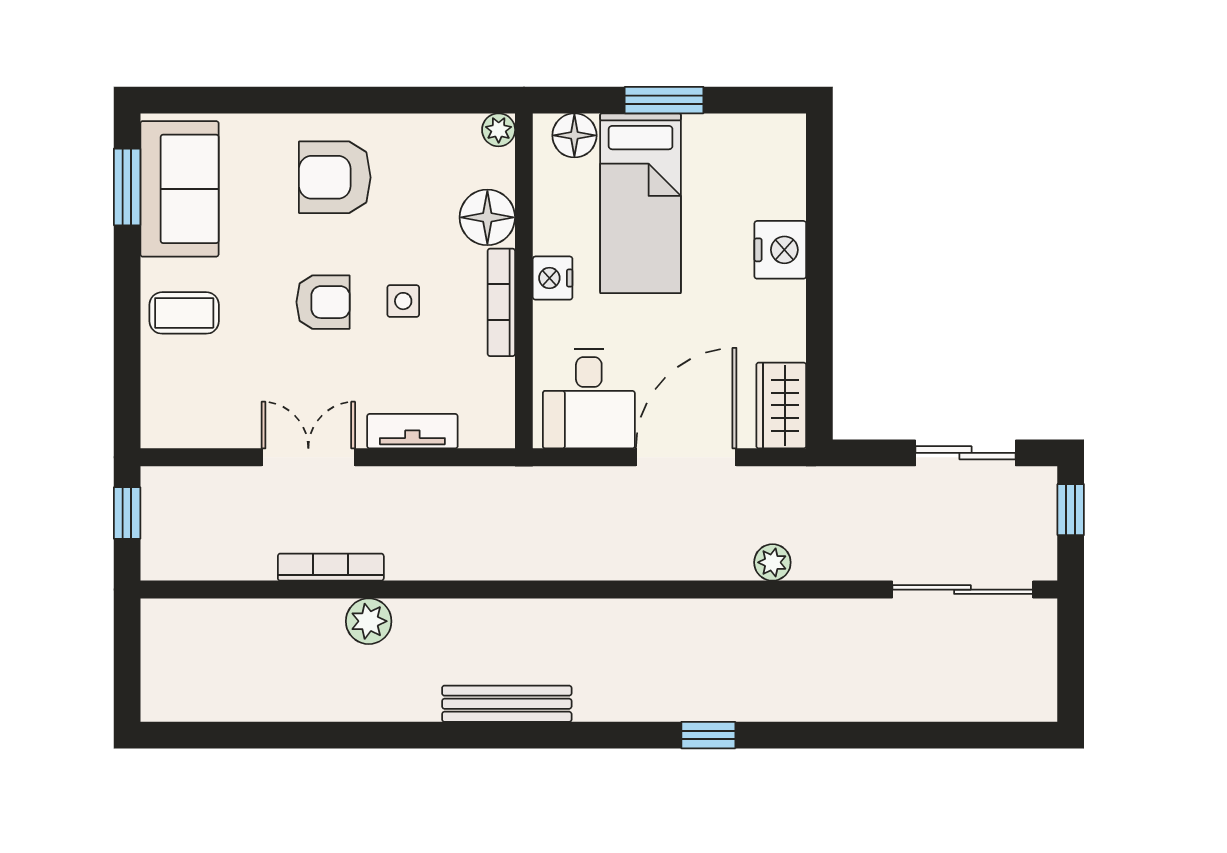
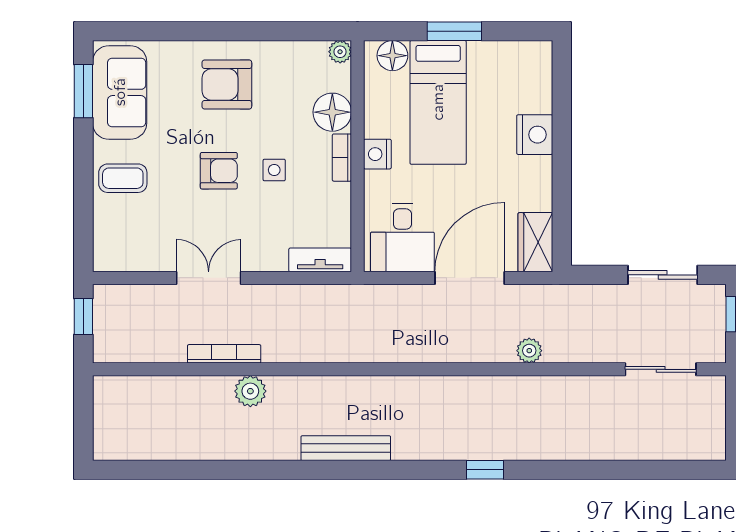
bookcase: (501, 302) -> (342, 158), width x0.64
tv unit: (412, 431) -> (320, 260), moved
sliding door: (963, 590) -> (661, 369), width x0.73

